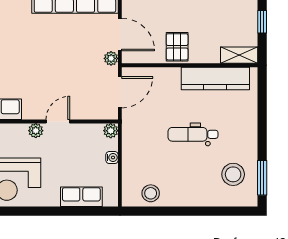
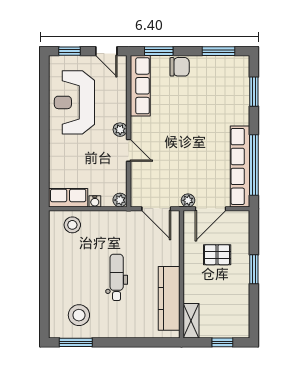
pallet: (177, 47) -> (217, 255), moved
stool: (151, 193) -> (72, 225), moved
row of seats: (81, 197) -> (68, 198), moved, turned -90

